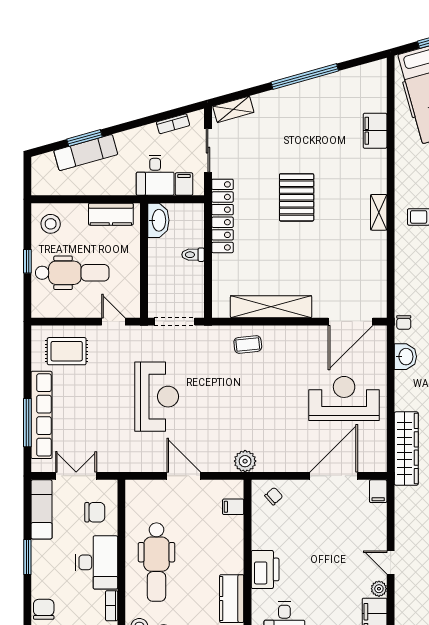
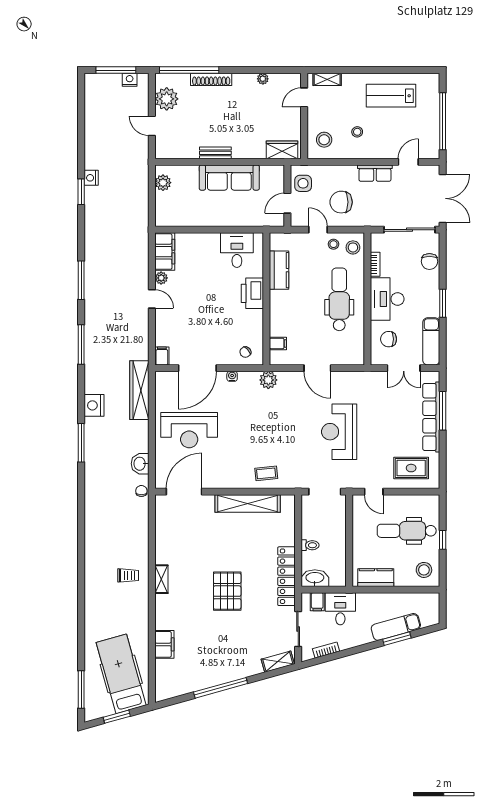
washbasin: (158, 220) -> (315, 578), moved, turned 90
water cooler: (290, 466) -> (232, 376), added

